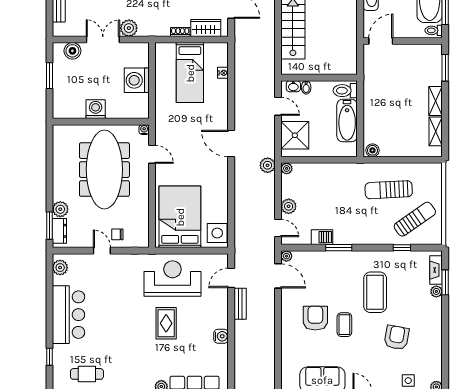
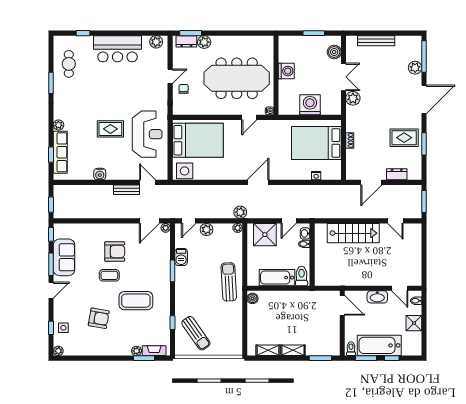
wardrobe: (206, 28) -> (353, 161), removed
bed: (190, 73) -> (316, 143), width x1.50
sun lounger: (389, 190) -> (229, 282), moved

